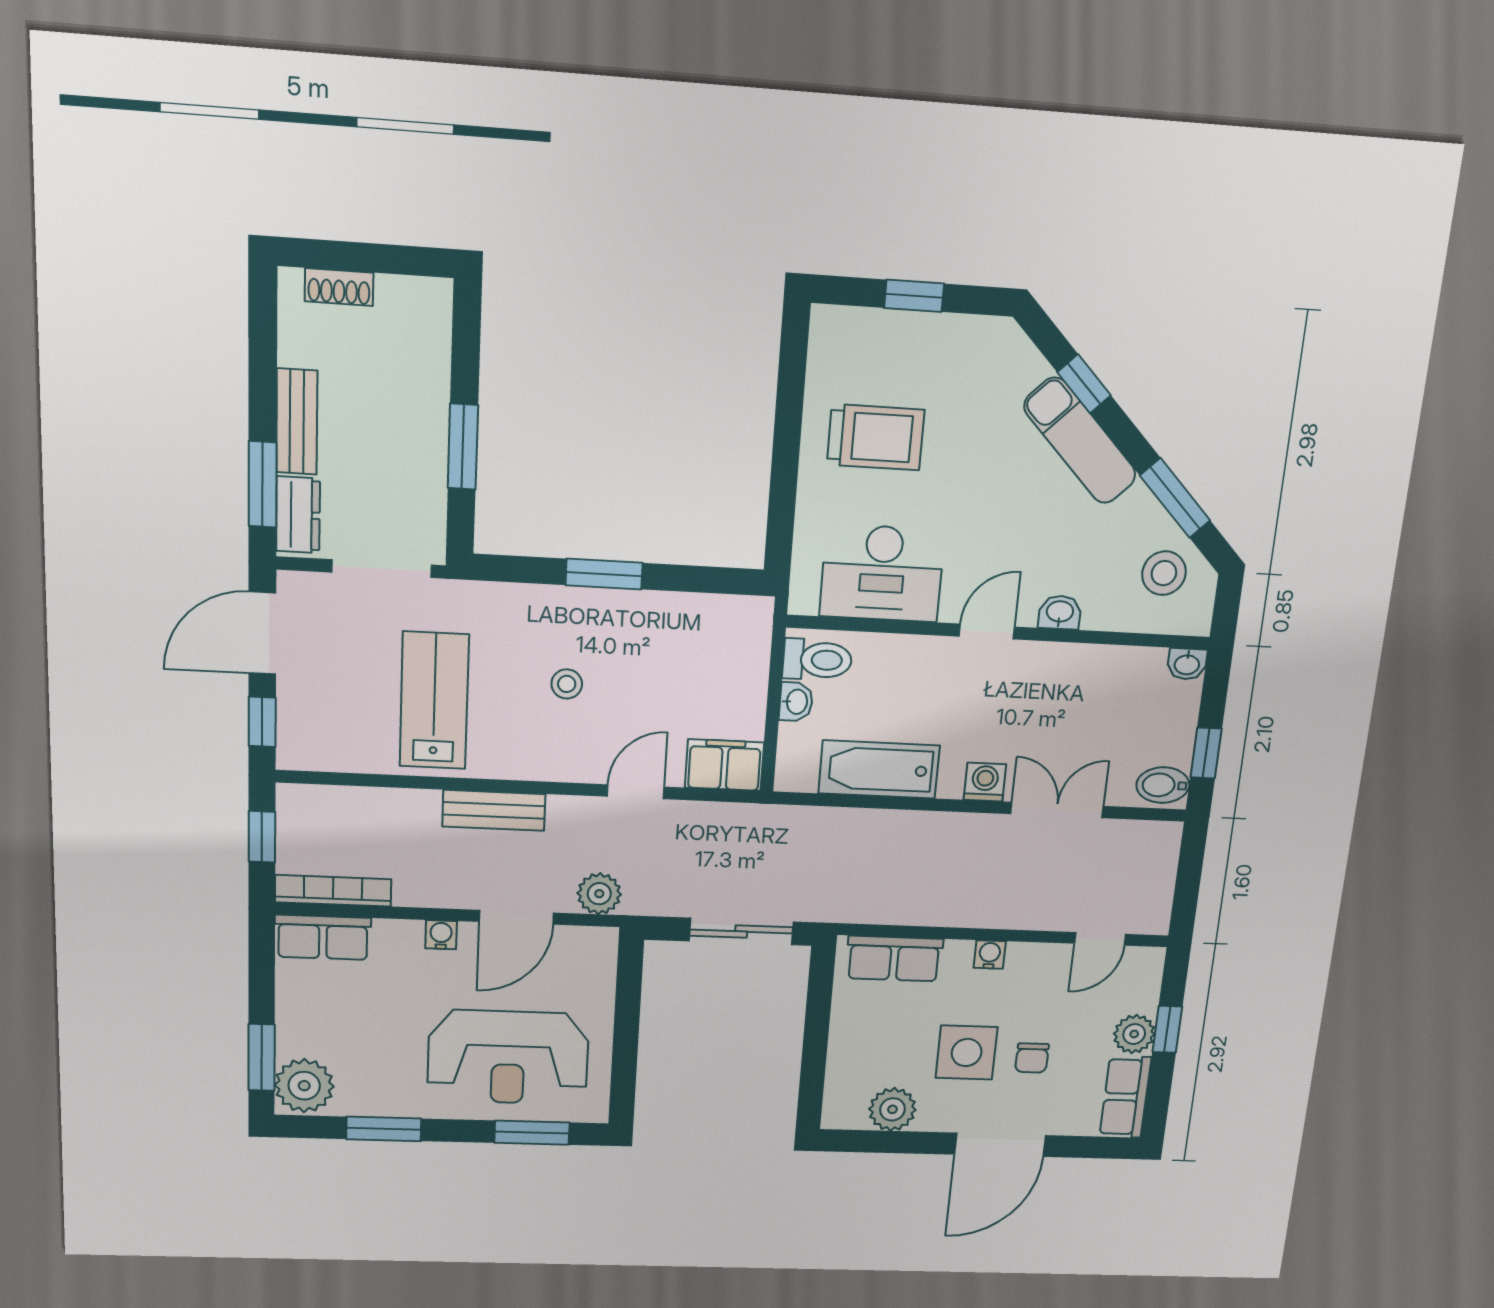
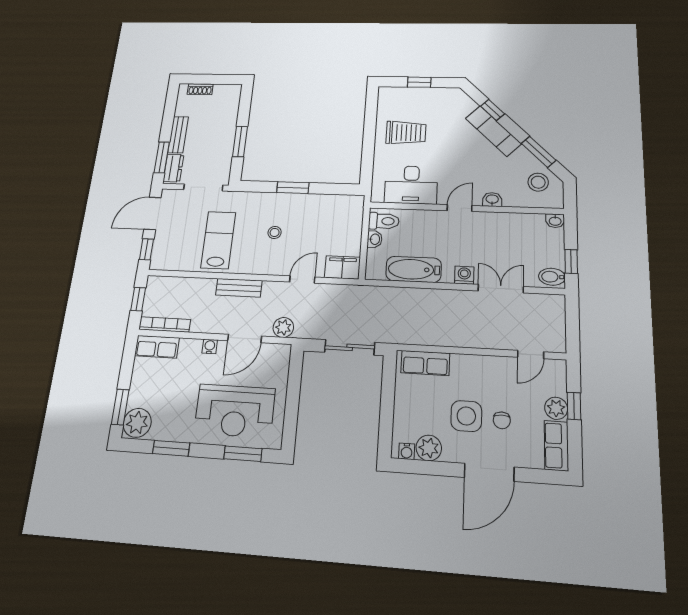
water cooler: (990, 955) -> (407, 451), moved, turned 180

